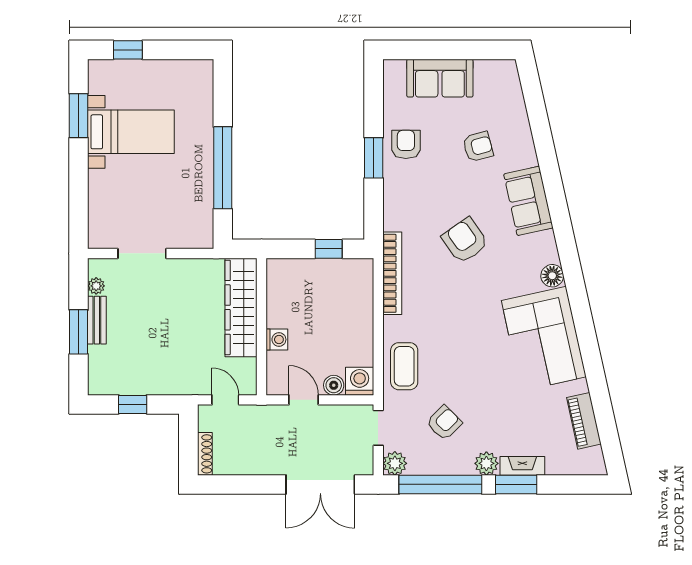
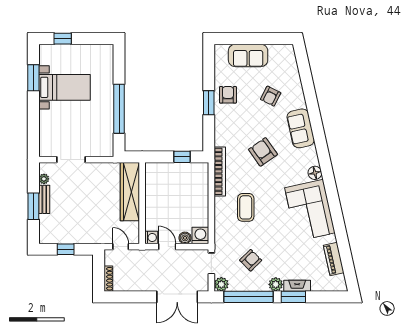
armchair: (478, 147) -> (271, 96), turned 132
washing machine: (277, 339) -> (151, 238), moved
coffee table: (404, 366) -> (246, 207), moved

